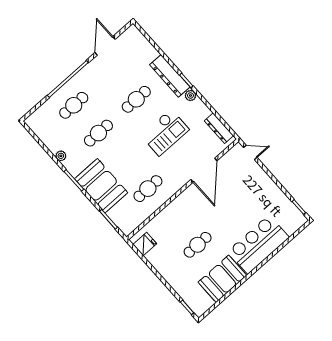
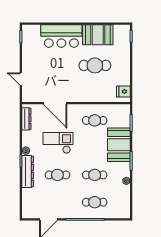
door: (250, 152) -> (21, 79), moved
door: (204, 170) -> (55, 103), swing flipped
cafe table: (198, 245) -> (95, 65), width x1.37, depth x1.35

